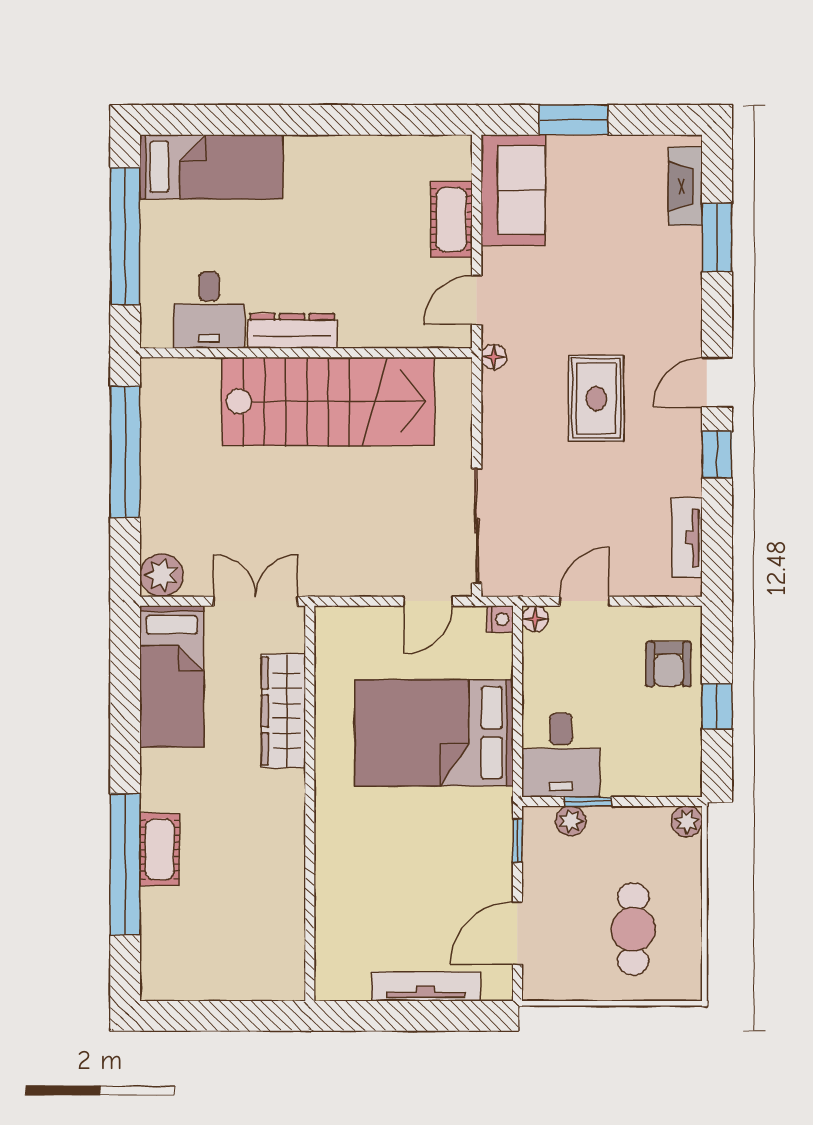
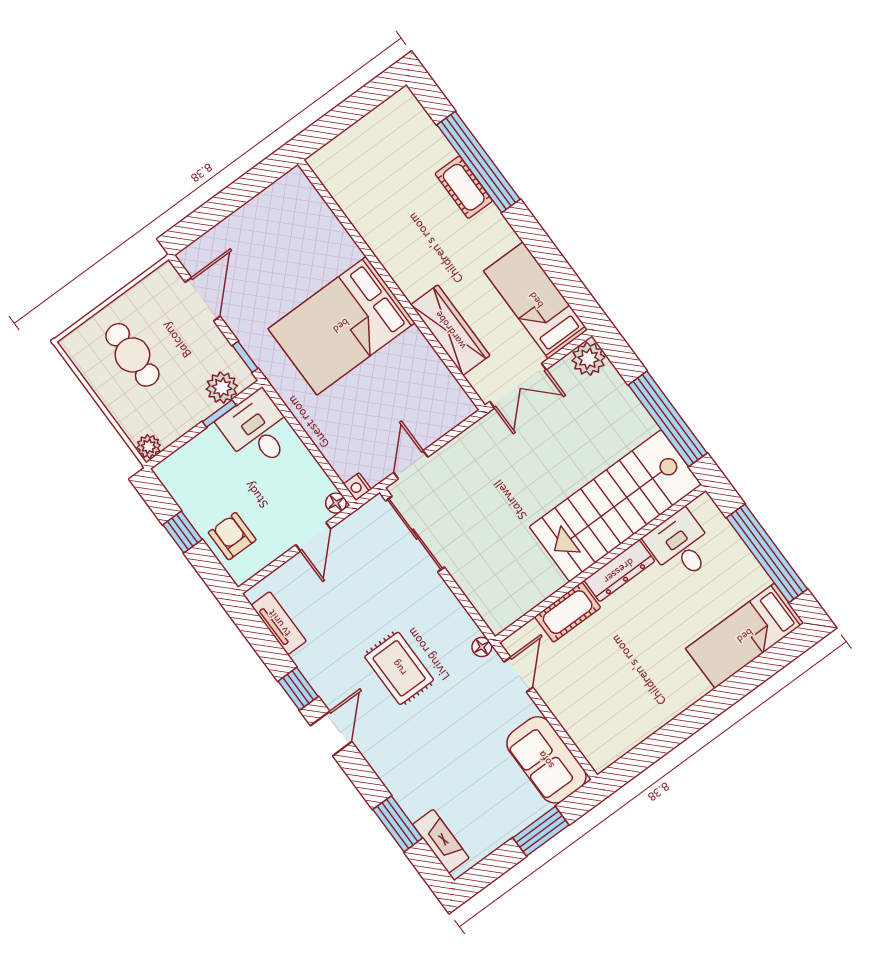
cot: (451, 219) -> (568, 612), moved, turned 90
stairs: (328, 401) -> (615, 506), moved
bed: (434, 733) -> (341, 326), moved, turned 180
plant: (571, 821) -> (222, 388), width x1.38, depth x1.38
tv unit: (426, 986) -> (235, 224), removed

